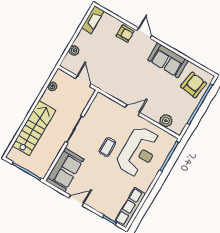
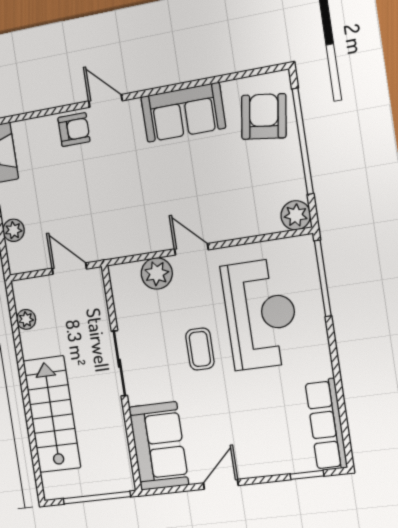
plant: (114, 108) -> (157, 273), added
door: (133, 110) -> (191, 249), hinge flipped
plant: (166, 121) -> (296, 215), moved

